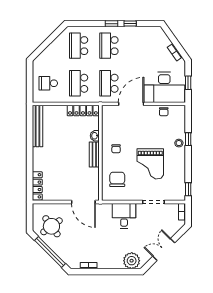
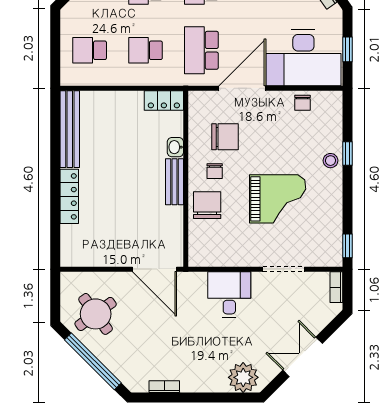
school desk: (79, 83) -> (146, 50), width x0.54
locker: (83, 110) -> (164, 101), width x0.66
chair: (122, 130) -> (225, 137), added
grand piano: (150, 164) -> (278, 199), turned -90
chair: (117, 179) -> (207, 205), moved
locker: (37, 186) -> (69, 196), moved

